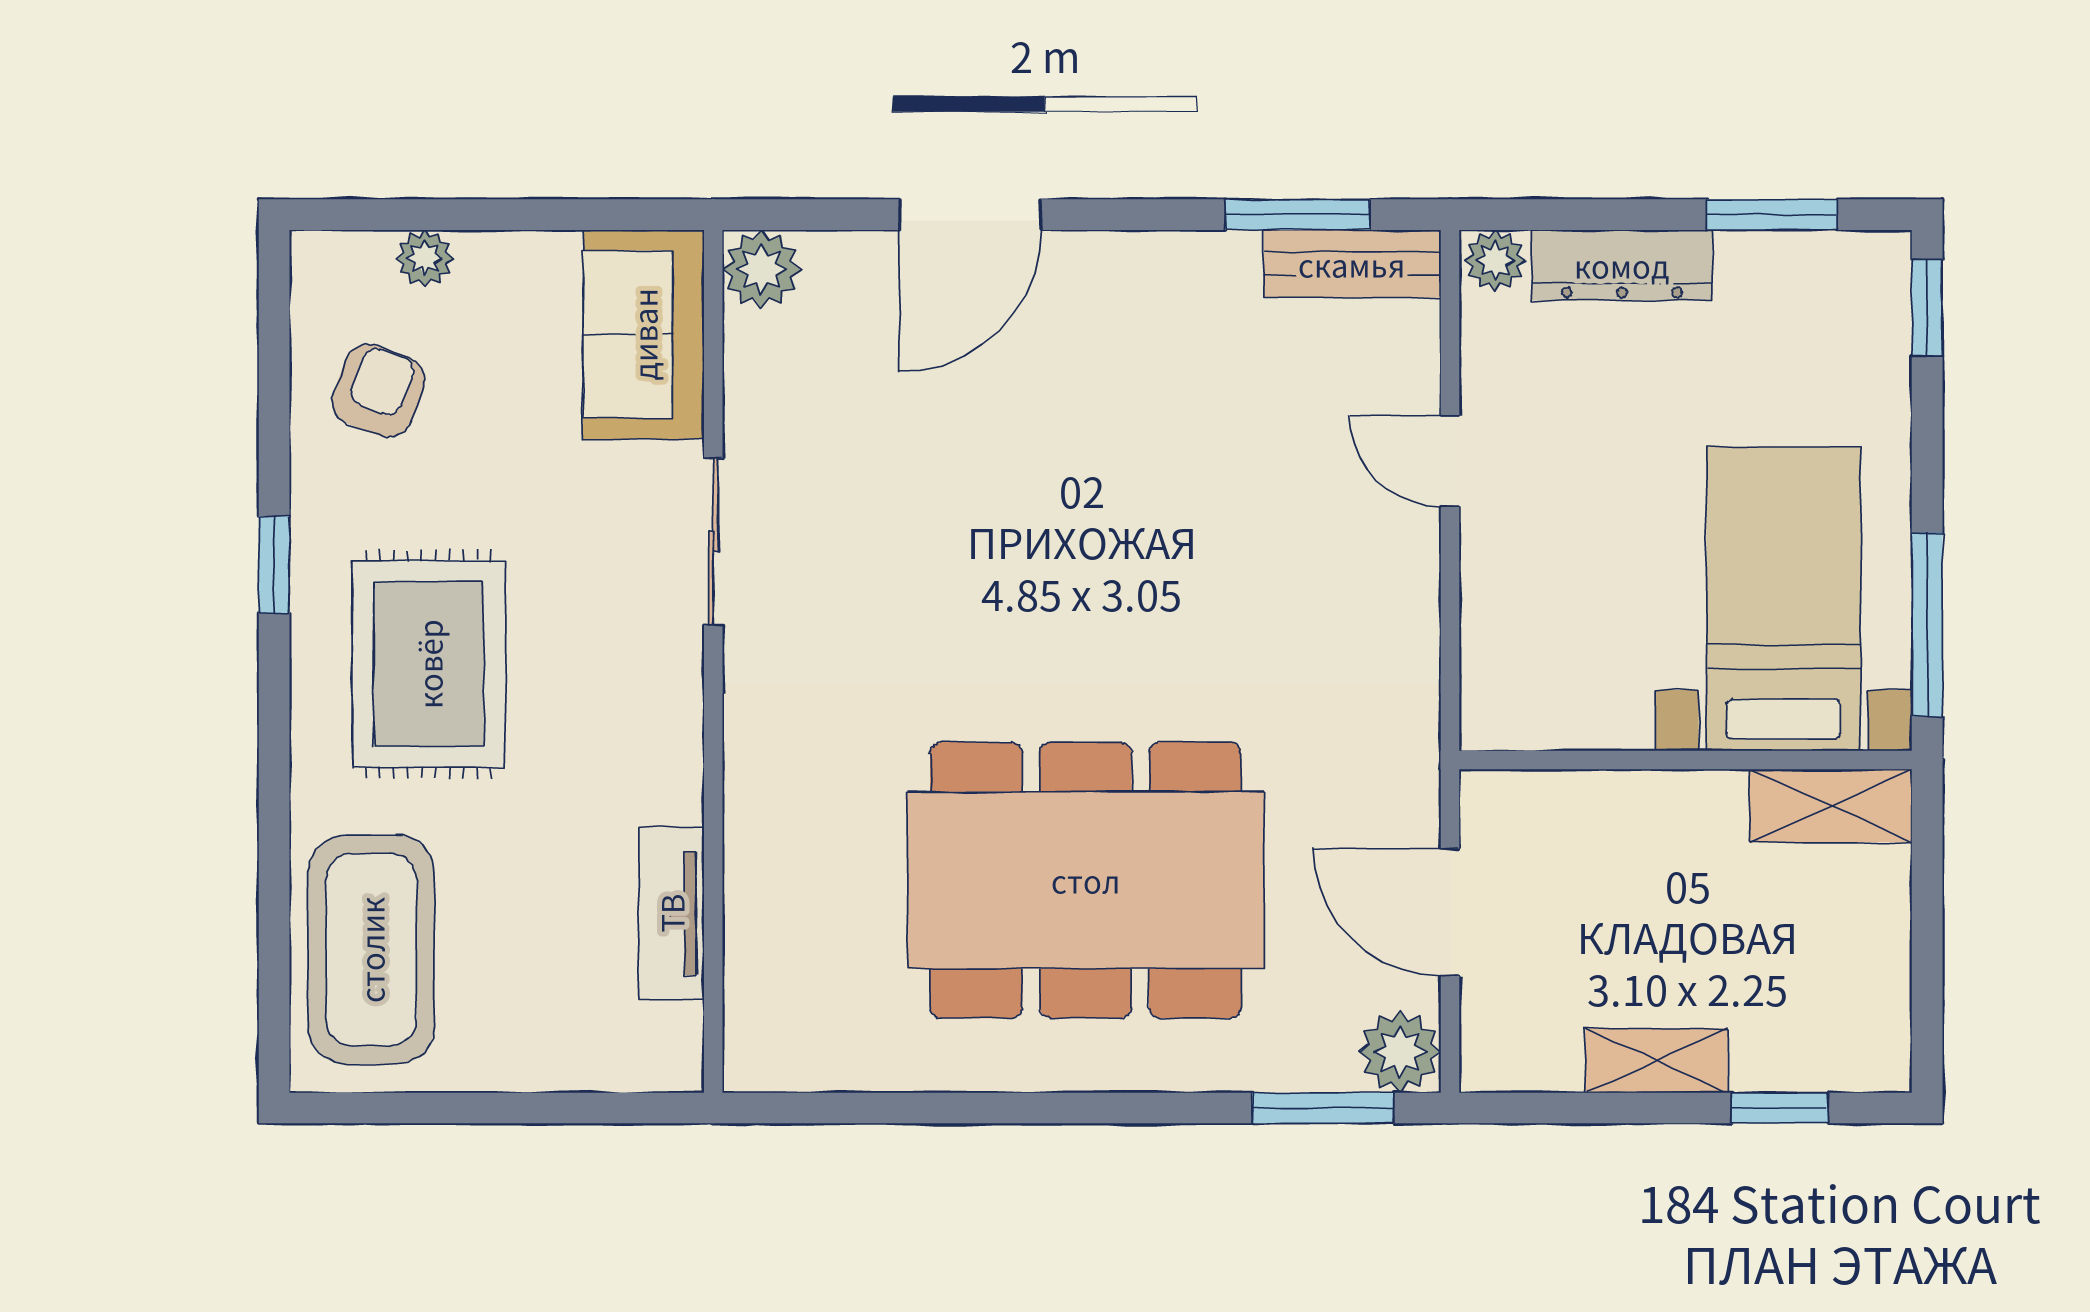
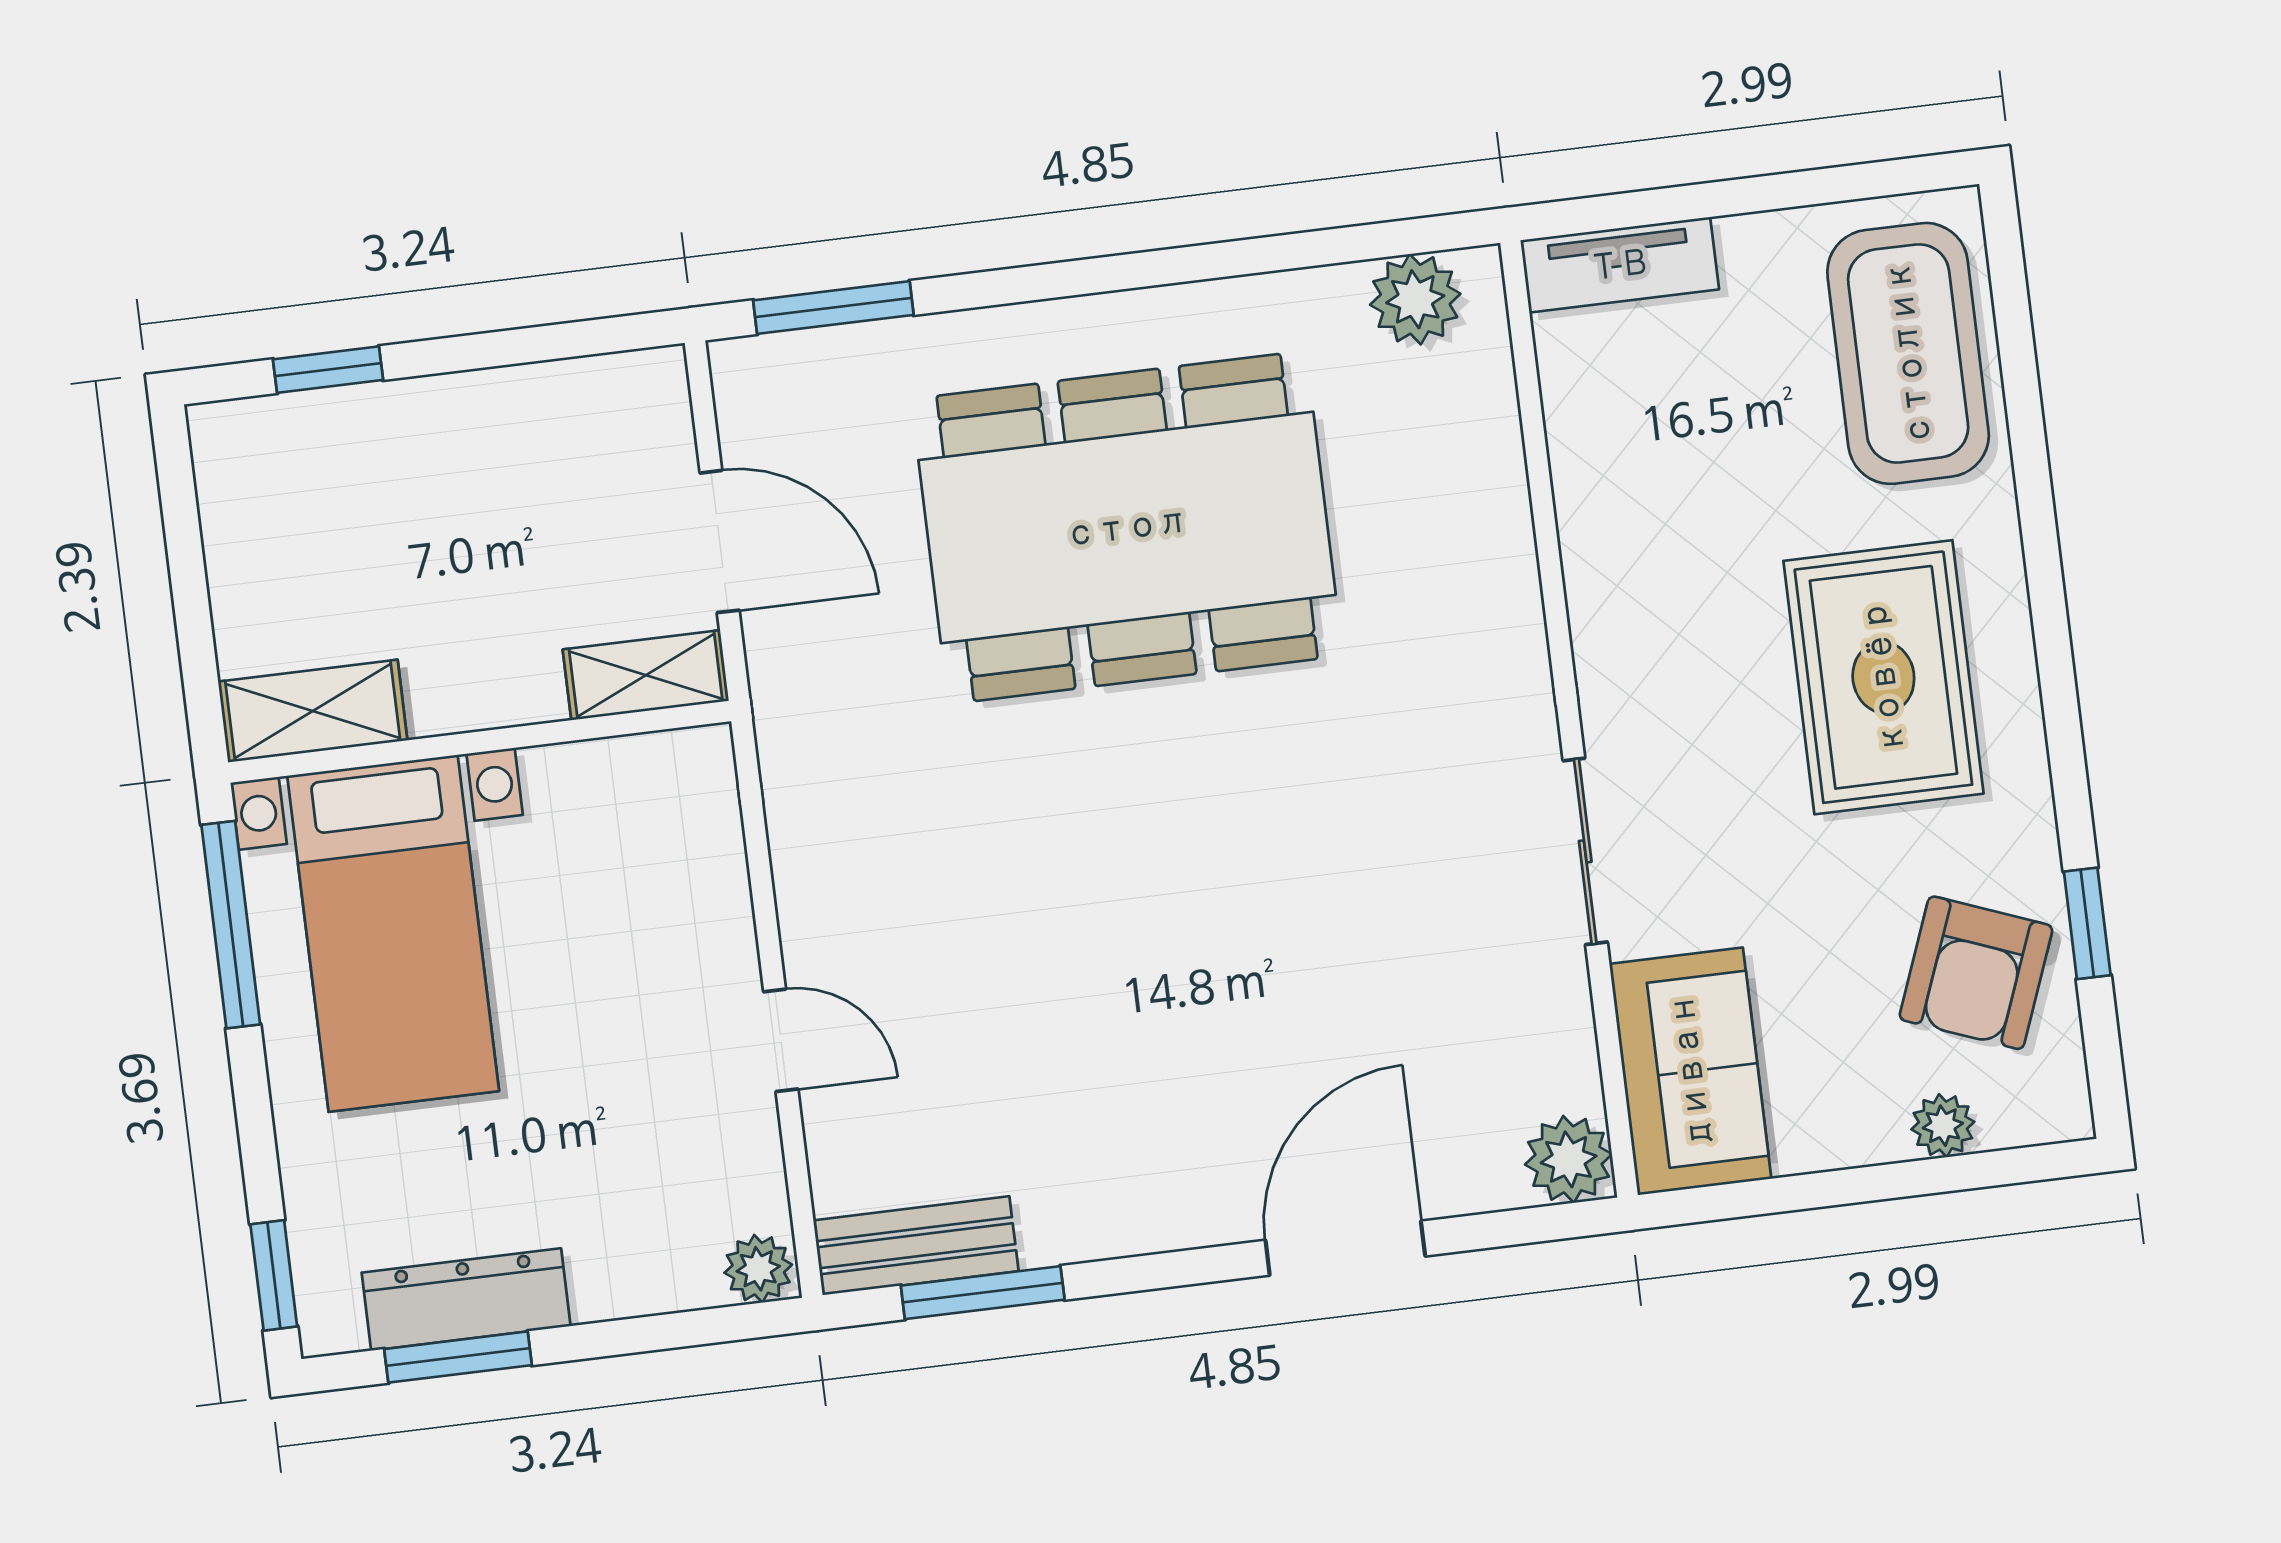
dresser: (1622, 265) -> (466, 1299), moved
armchair: (378, 391) -> (1976, 973), width x1.38, depth x1.38
window: (274, 565) -> (2087, 923), moved
tv unit: (671, 913) -> (1620, 265), moved, turned 90
plant: (1400, 1052) -> (1415, 299), moved
shelving: (1657, 1061) -> (646, 675), moved

